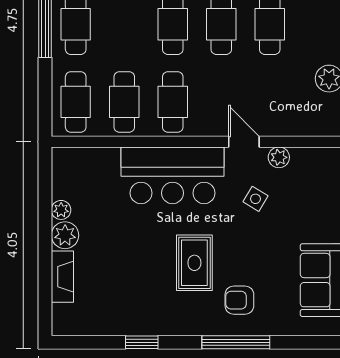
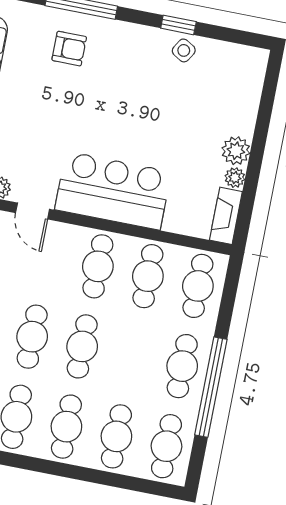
side table: (256, 199) -> (184, 50), moved
rug: (194, 263) -> (108, 96), removed
fireplace: (62, 277) -> (226, 216), moved

